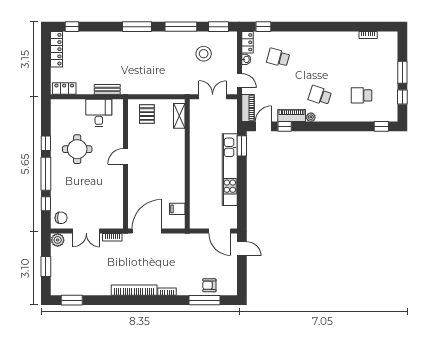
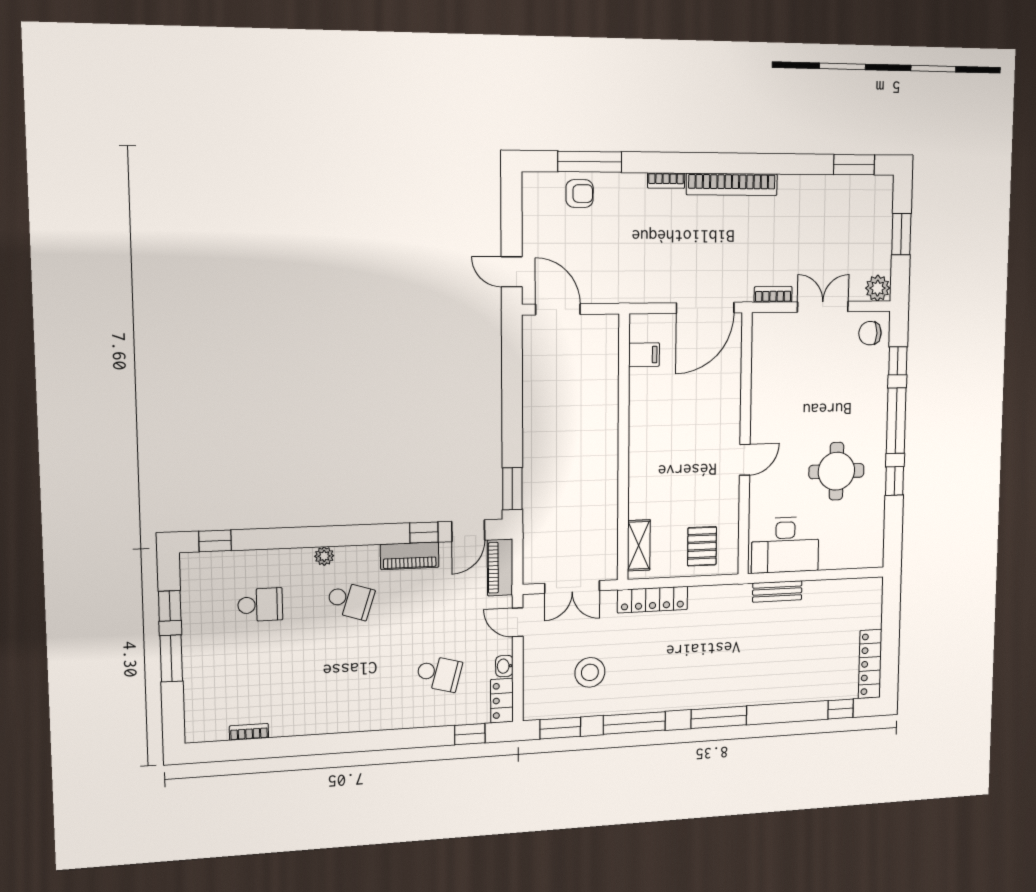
locker: (64, 88) -> (653, 600), moved, width x1.53
desk: (99, 113) -> (785, 545), width x1.37
plant: (311, 117) -> (324, 556), moved
kitchen unit: (230, 170) -> (537, 439), removed

